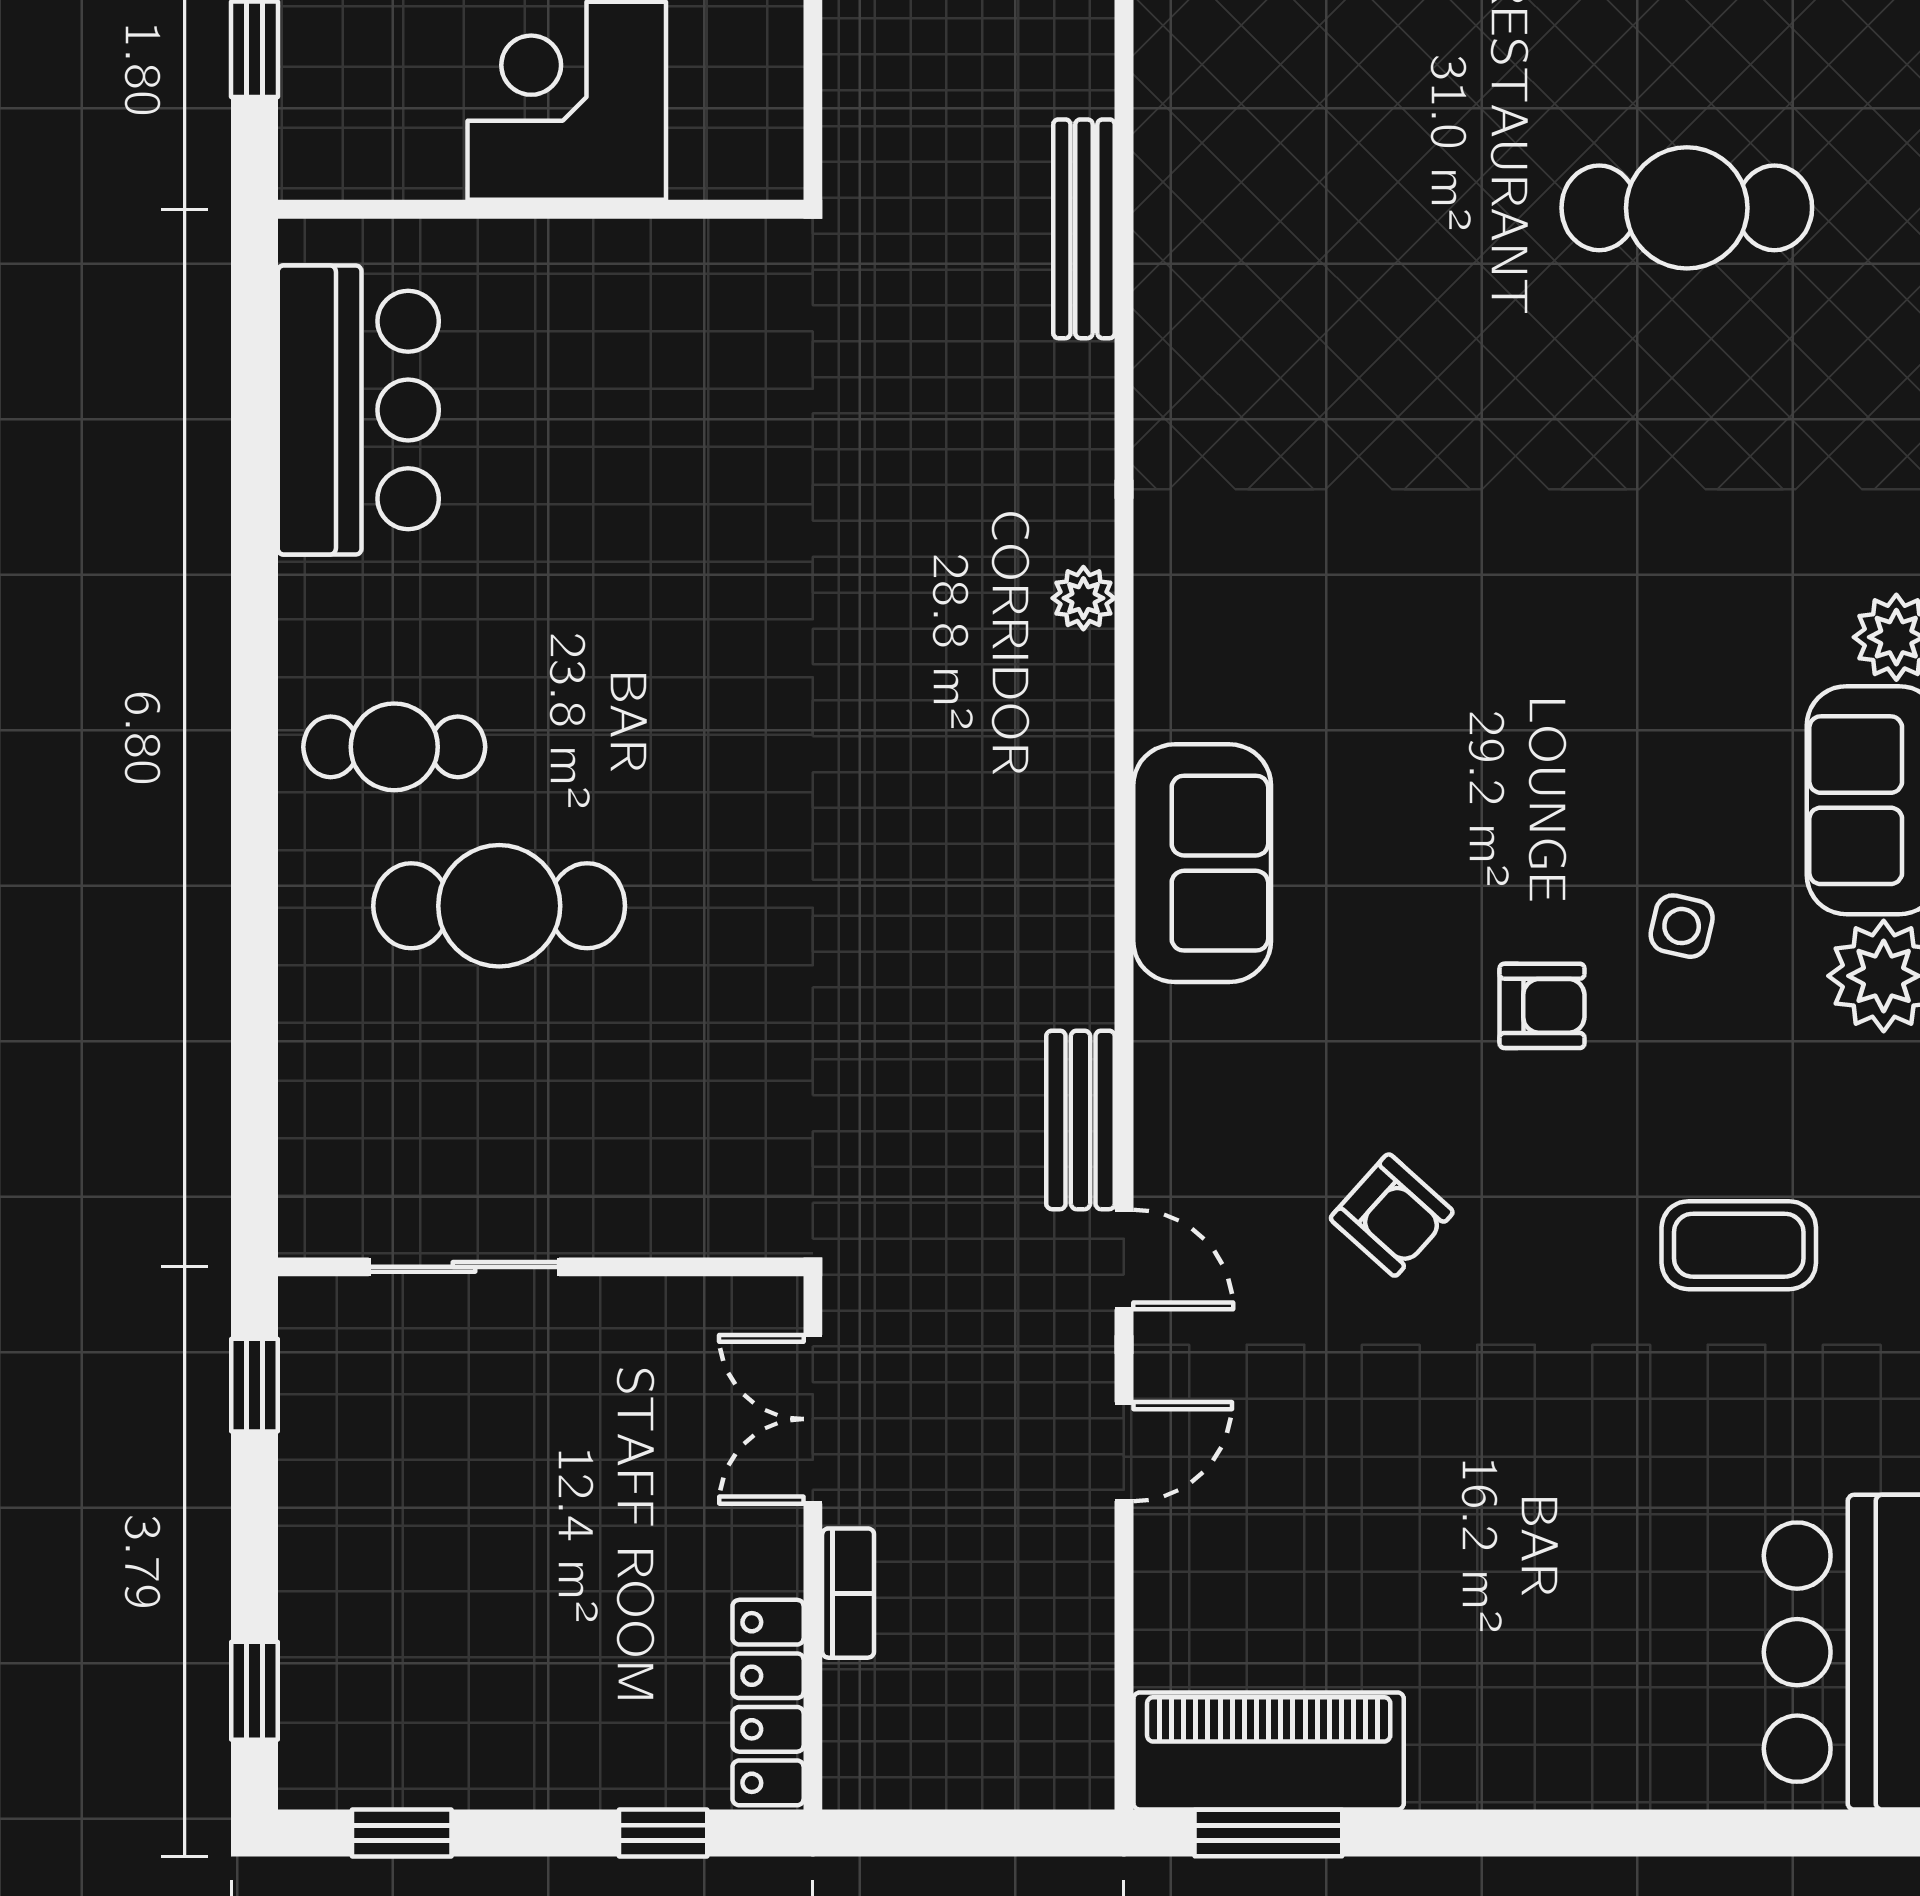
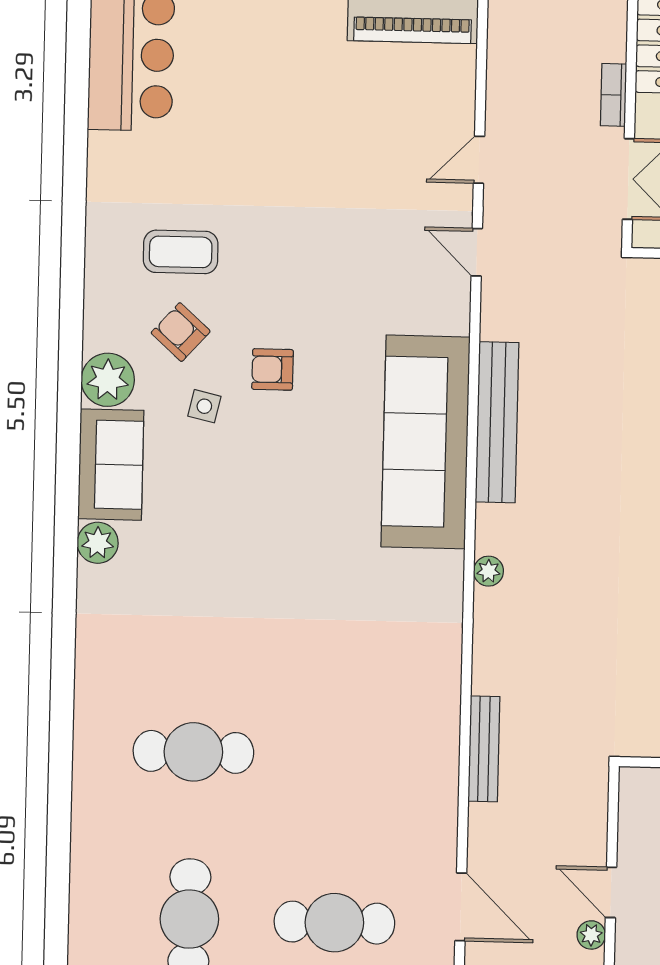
sofa: (1202, 863) -> (426, 442), width x1.85, depth x1.27
bench: (1080, 1120) -> (497, 422), moved, width x1.86, depth x1.21
armchair: (1392, 1215) -> (181, 332), moved

